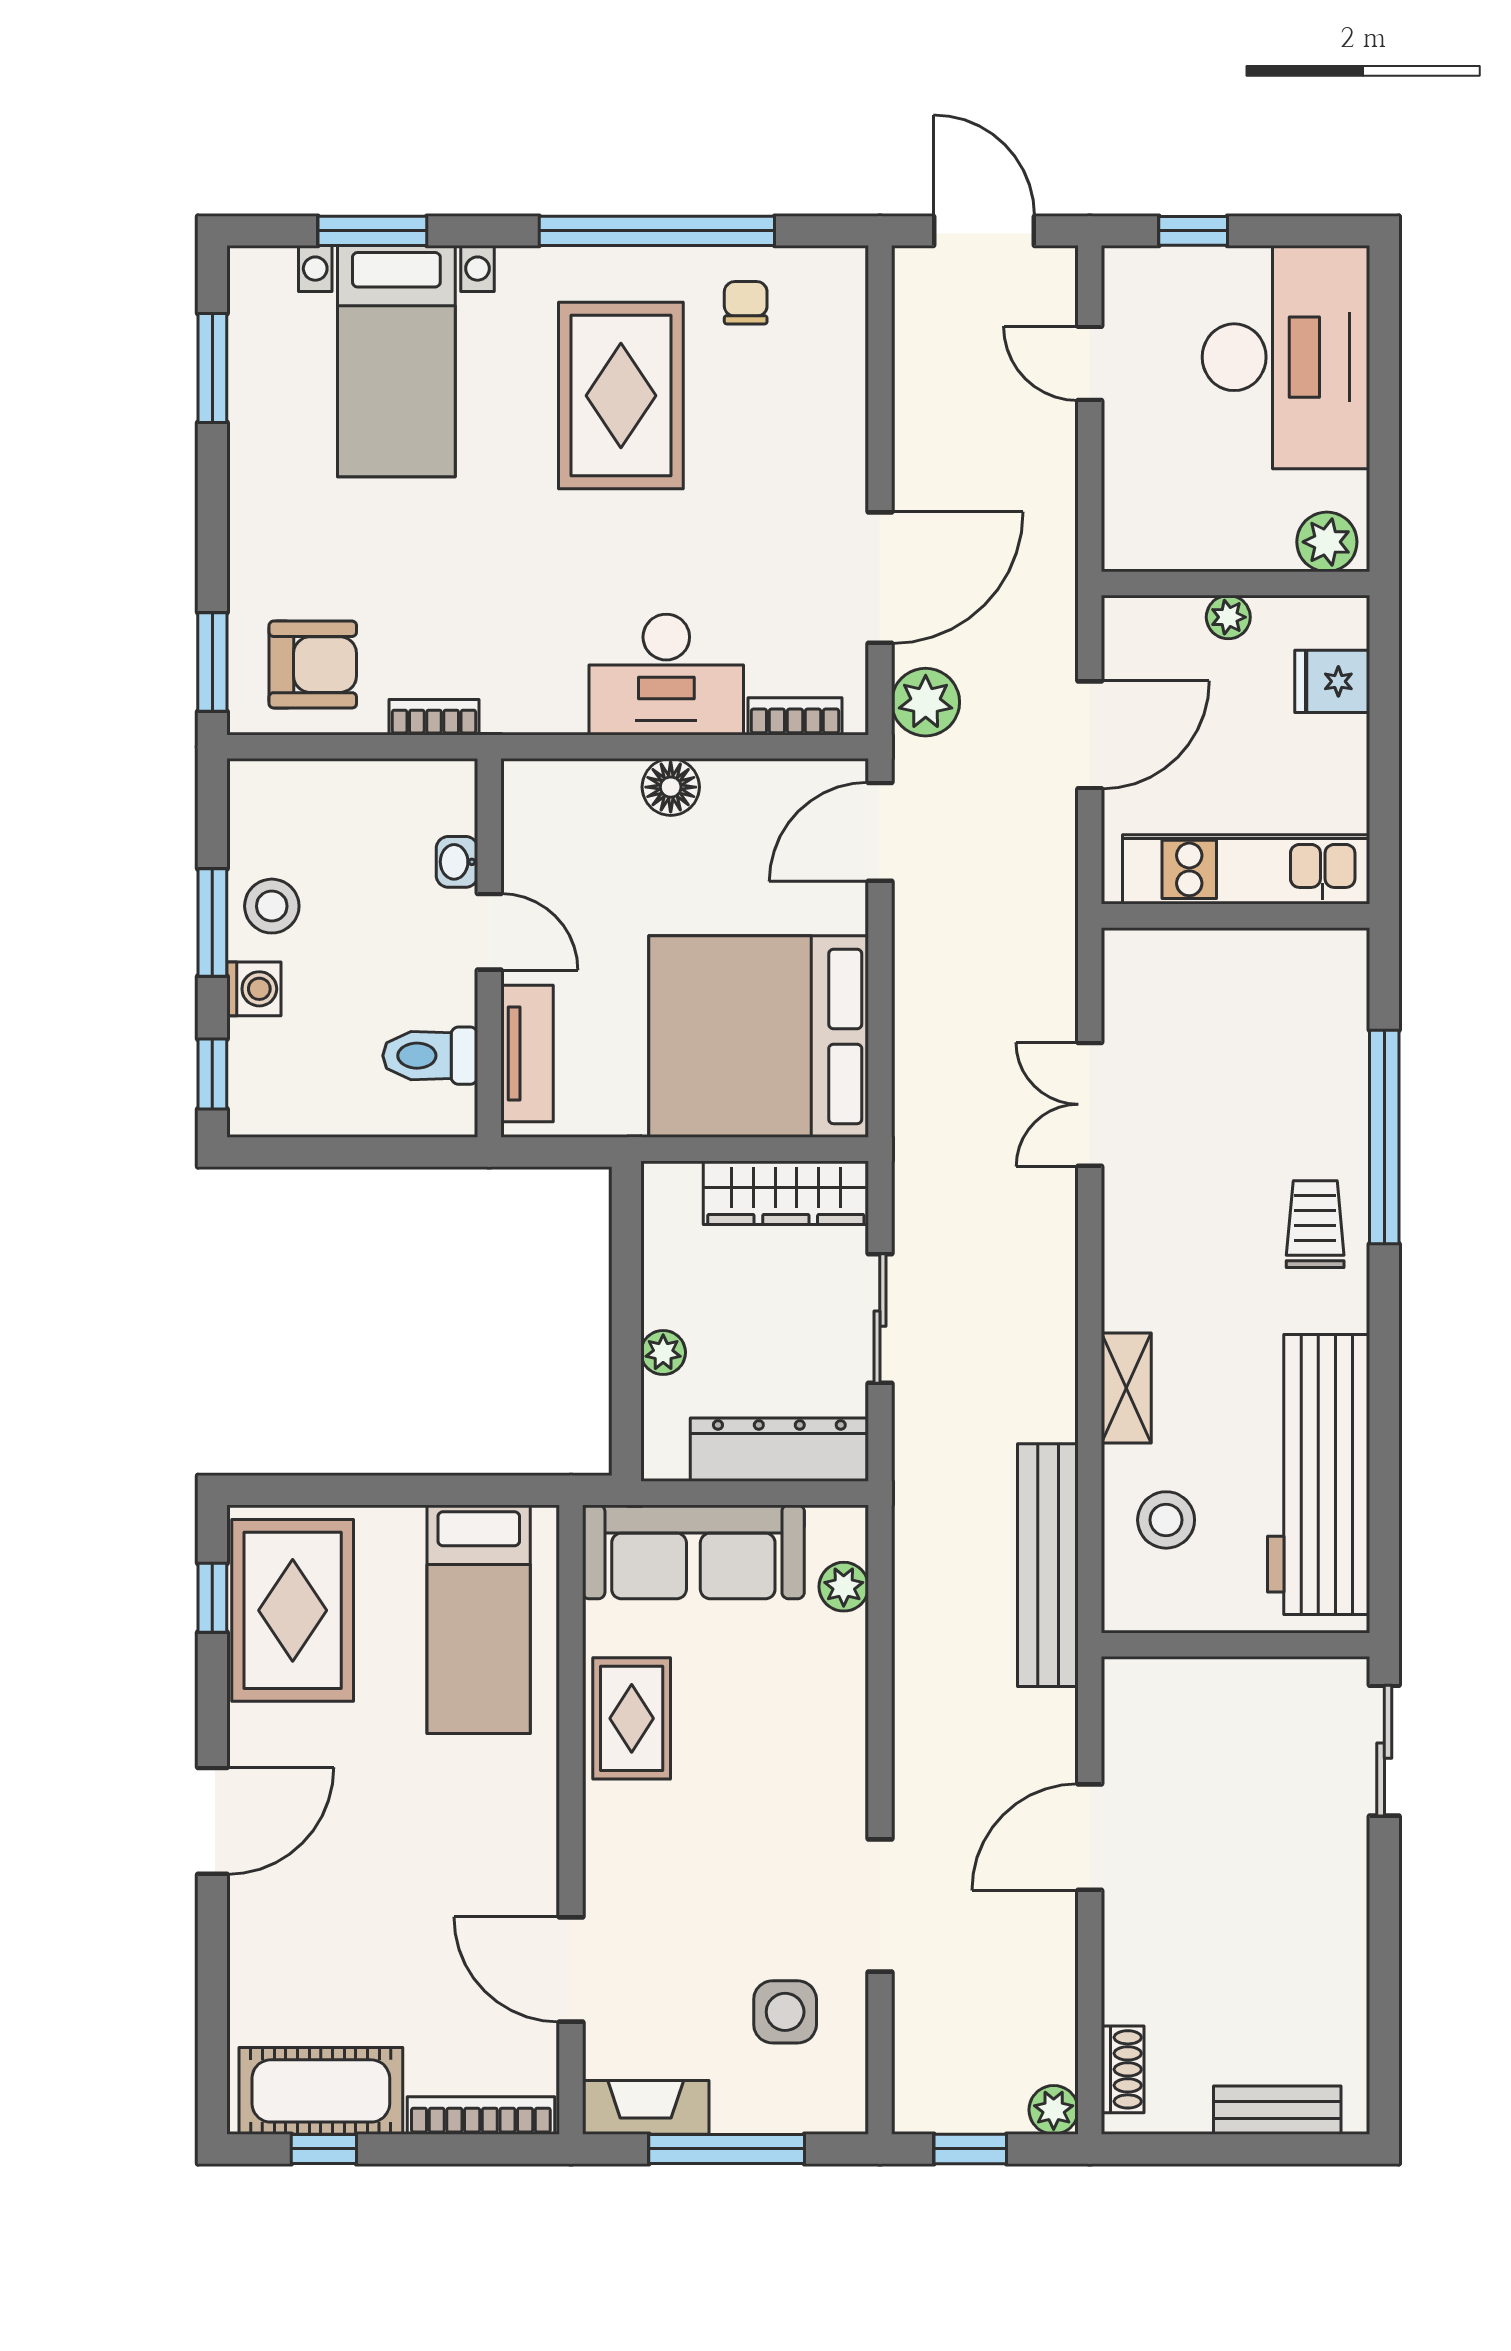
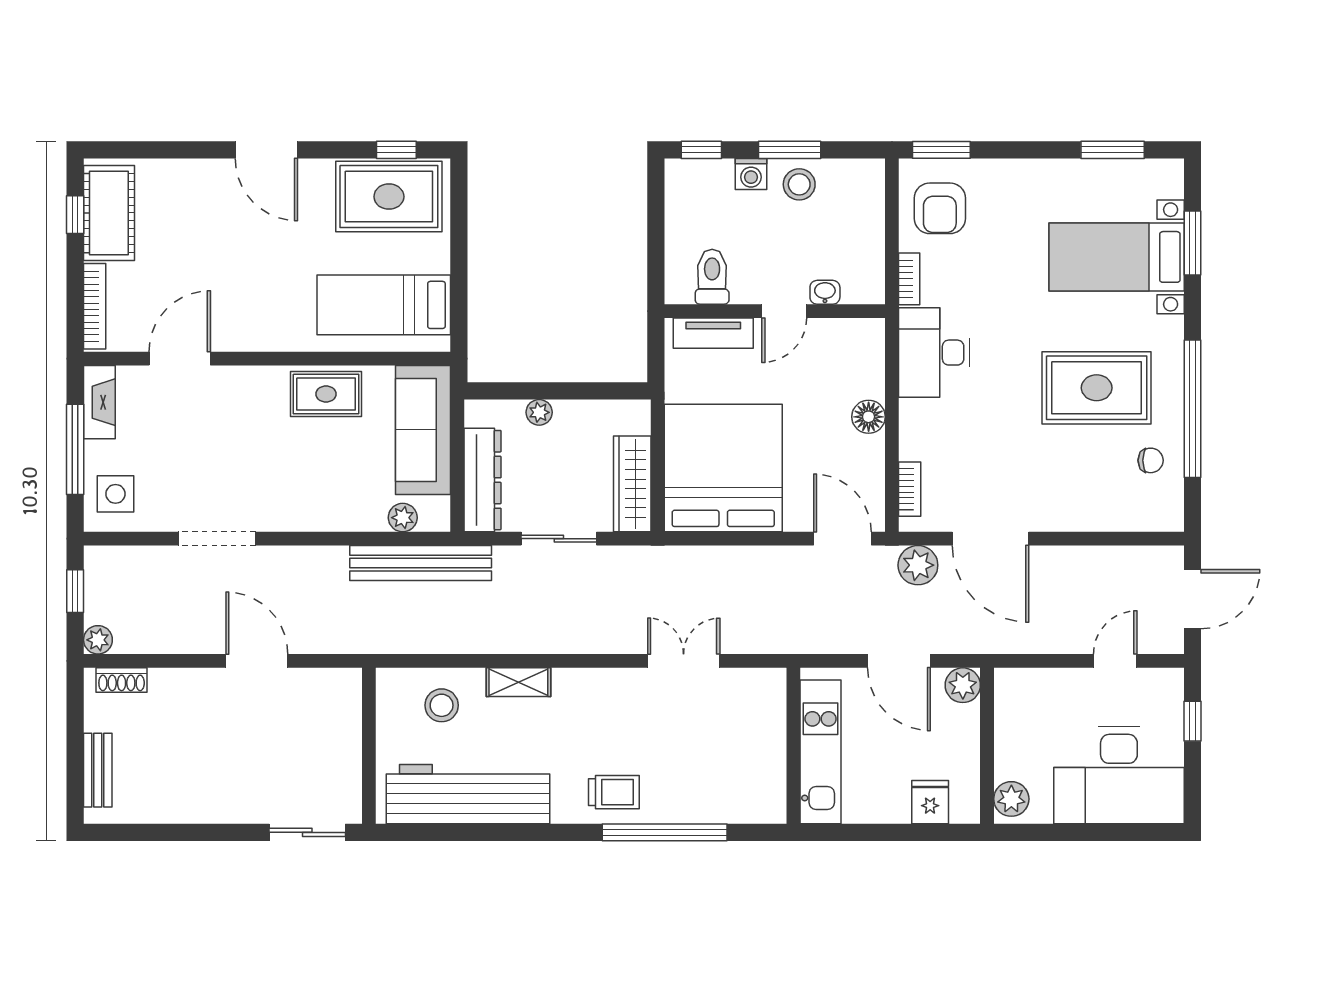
plant: (1228, 617) -> (963, 685), moved, width x1.38, depth x1.38
desk: (666, 675) -> (934, 353), moved
bench: (1048, 1565) -> (421, 563), moved
side table: (785, 2012) -> (115, 494), moved

